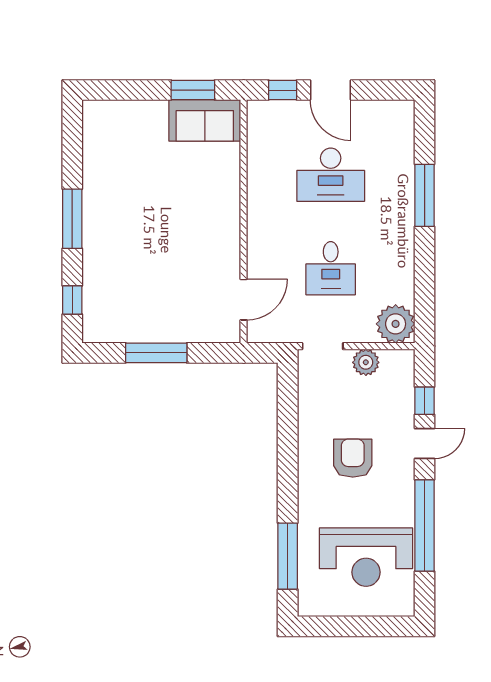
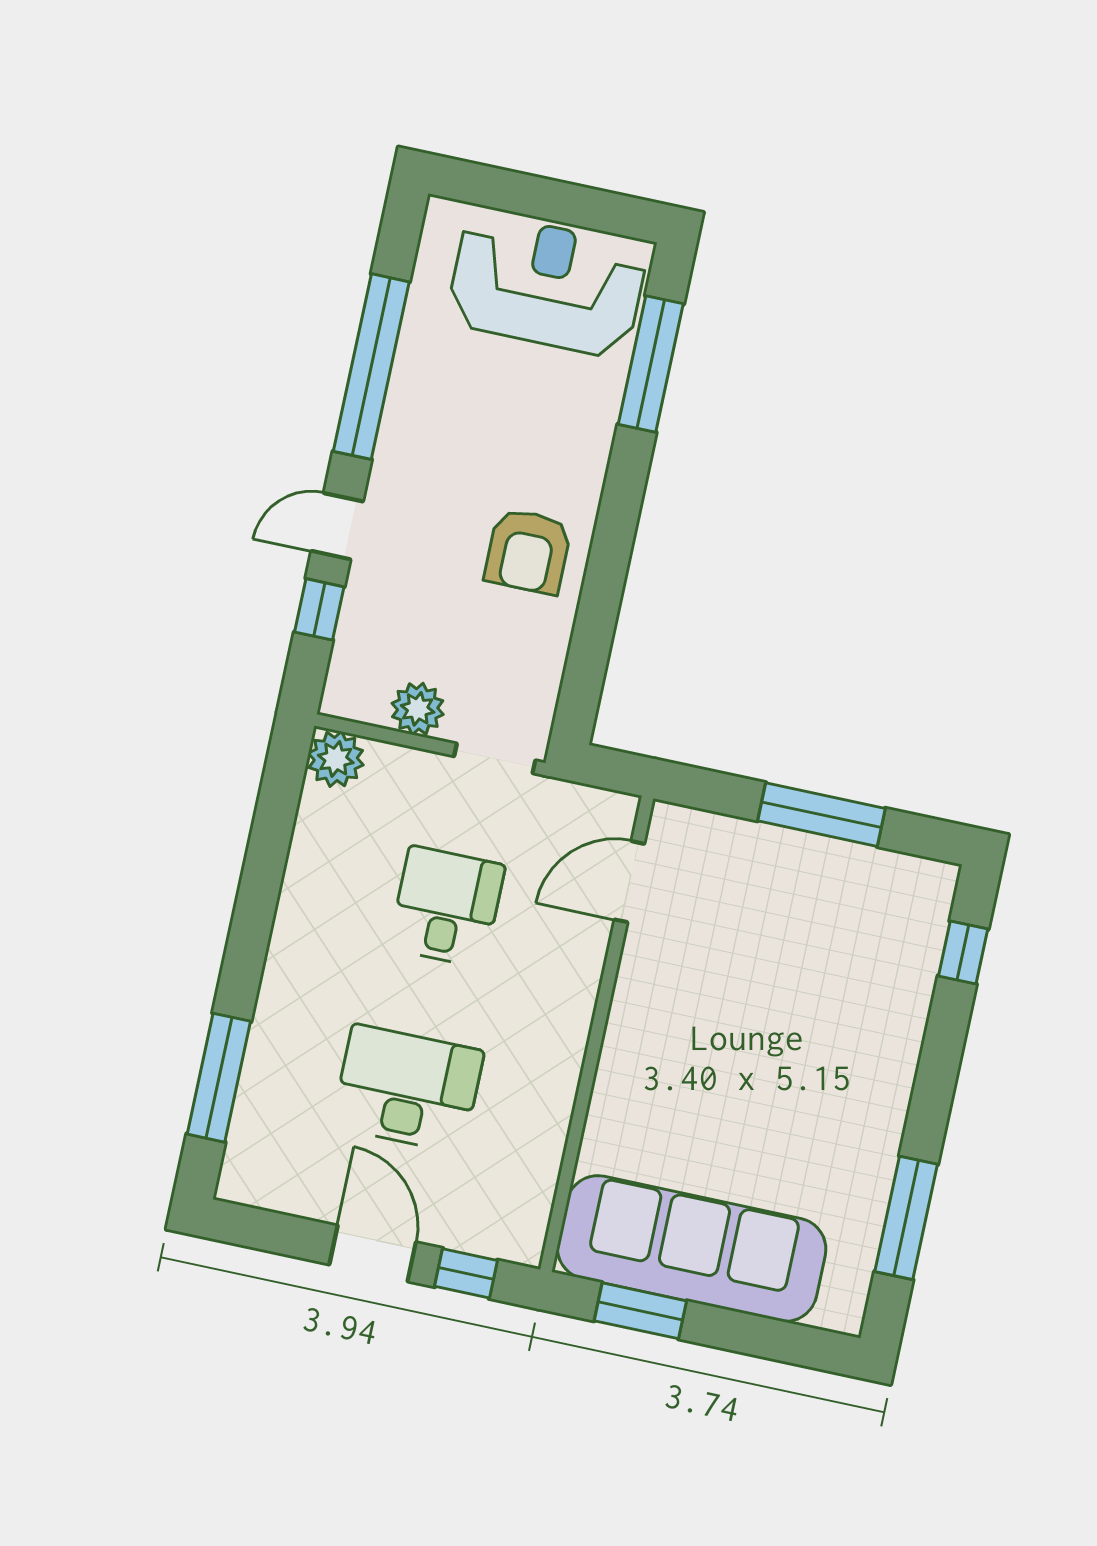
sofa: (205, 120) -> (692, 1249), width x1.85, depth x1.27
window: (425, 195) -> (219, 1078), moved
window: (72, 219) -> (906, 1218), moved
plant: (396, 324) -> (336, 759), width x0.73, depth x0.73
armchair: (353, 458) -> (528, 551), moved
reception desk: (366, 557) -> (547, 285), moved

